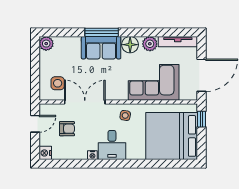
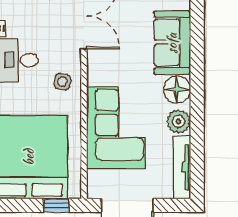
window: (102, 32) -> (197, 43), removed

